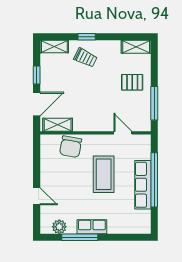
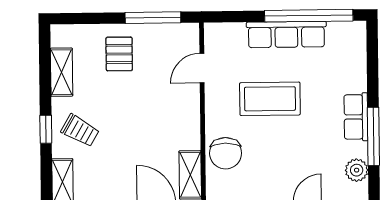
shelving: (136, 47) -> (62, 72), moved
trolley: (86, 58) -> (80, 131), turned 94
chair: (71, 147) -> (226, 153), turned 80
window: (154, 180) -> (309, 16), moved

